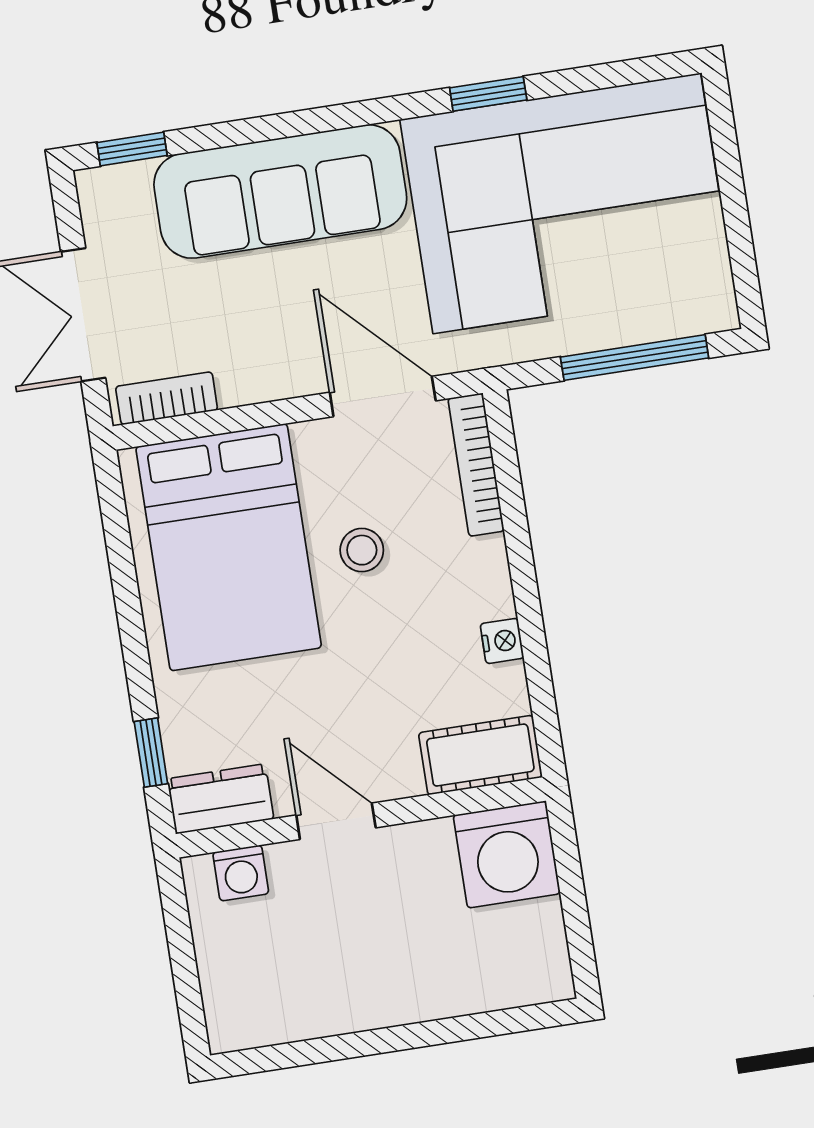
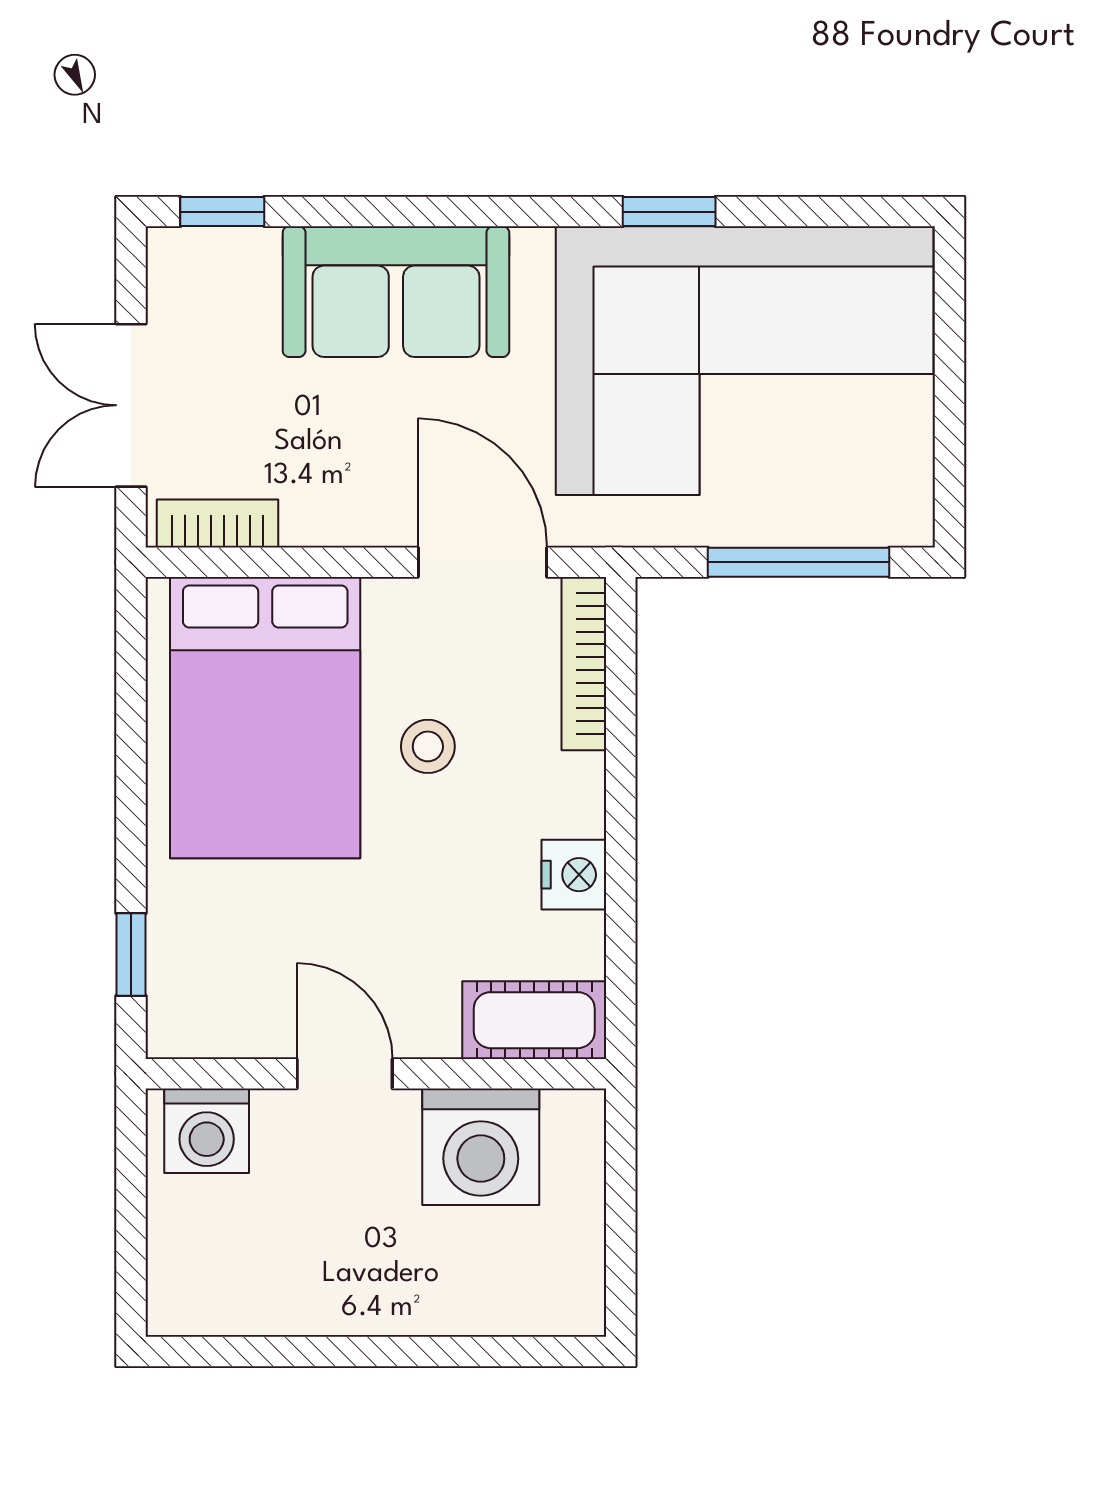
sofa: (280, 191) -> (396, 292), width x0.73
nightstand: (502, 641) -> (574, 875), width x1.39, depth x1.35
dresser: (220, 799) -> (207, 1025), removed
washing machine: (507, 854) -> (481, 1147), moved
washing machine: (241, 873) -> (207, 1131), width x1.38, depth x1.38

